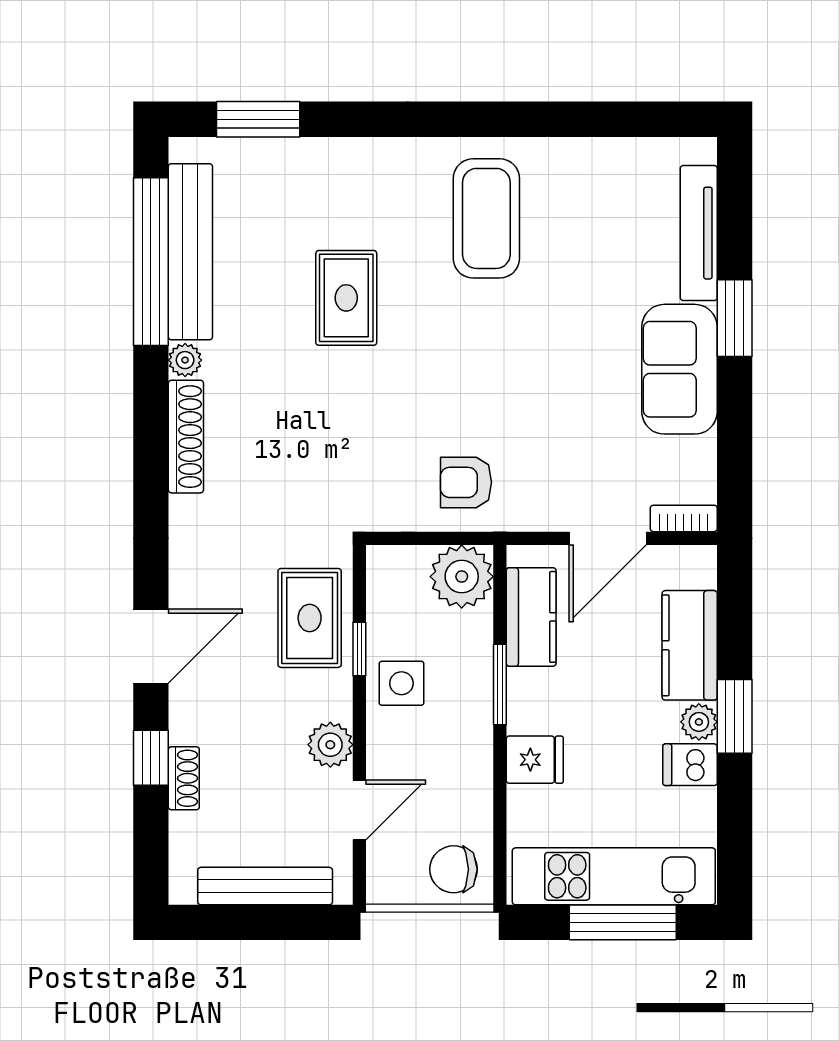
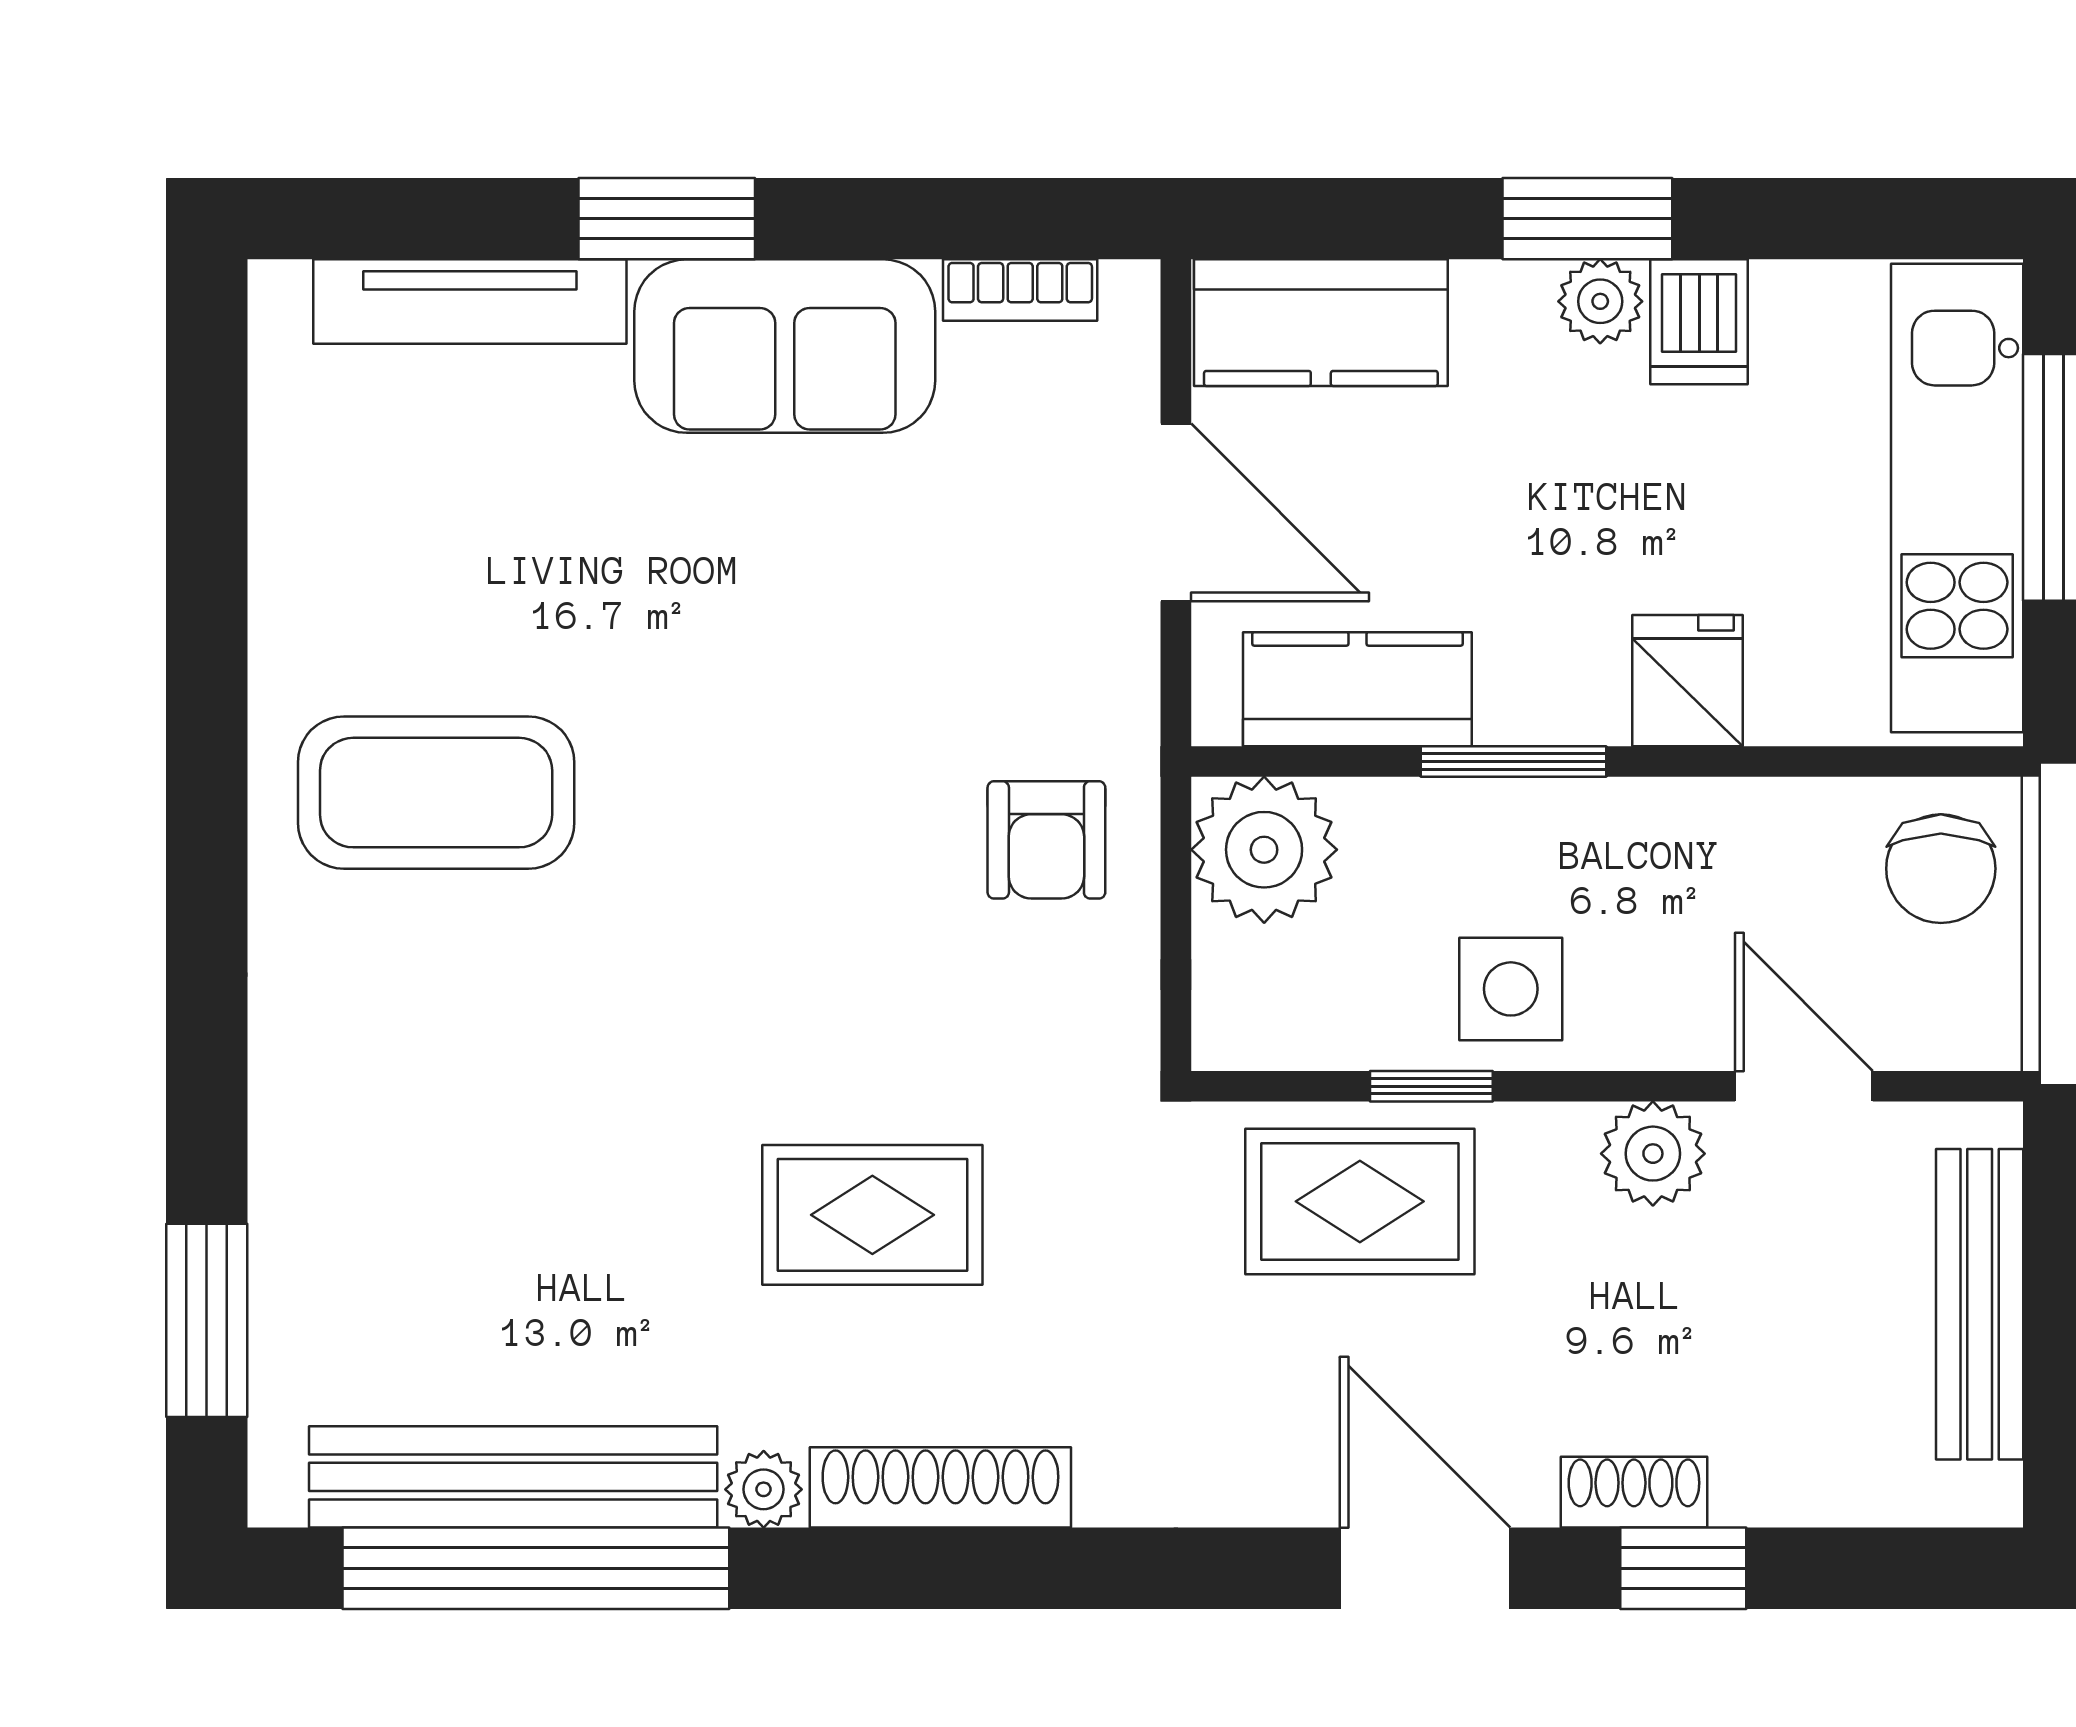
rug: (346, 298) -> (872, 1215), moved
bookcase: (684, 518) -> (1020, 290), moved, turned -90
kitchen counter: (690, 645) -> (1321, 323), moved
shoe rack: (184, 778) -> (1634, 1492), moved

